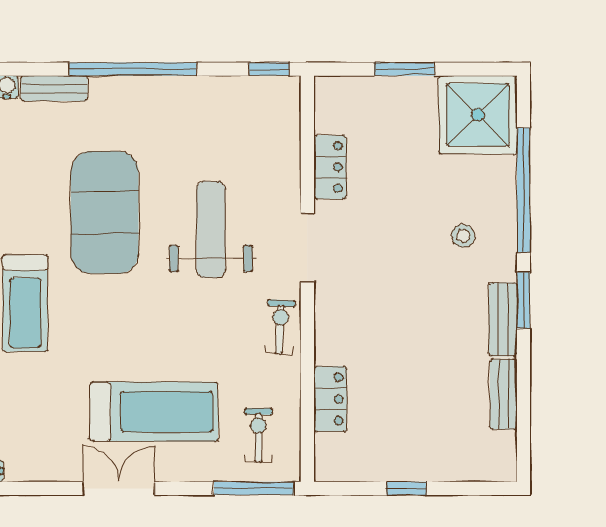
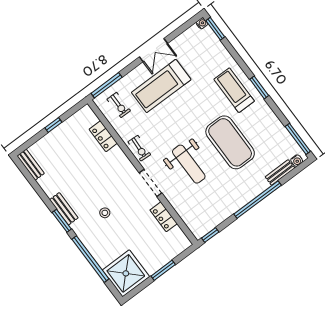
stool: (463, 236) -> (105, 213), moved
bench: (504, 394) -> (31, 165), moved

